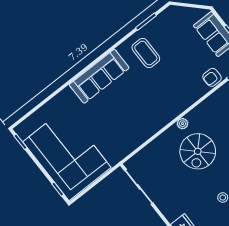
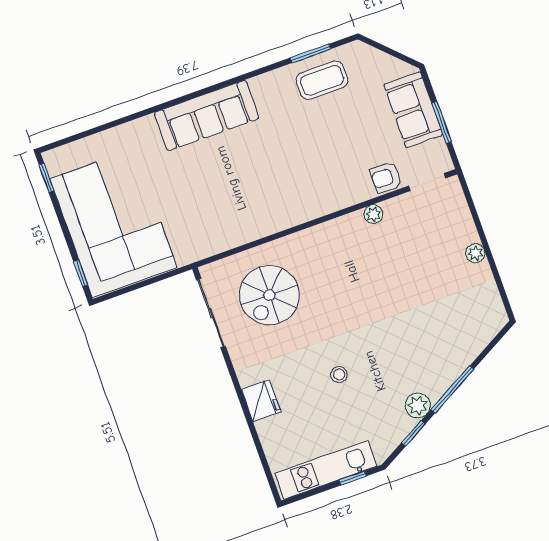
coffee table: (146, 53) -> (322, 80), moved, turned 90
plant: (182, 124) -> (373, 214), moved
spiral stairs: (198, 151) -> (269, 295), moved

